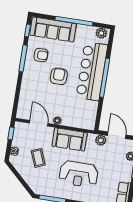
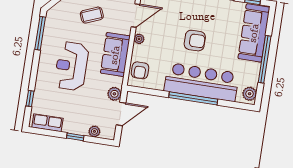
armchair: (41, 55) -> (140, 70), moved

